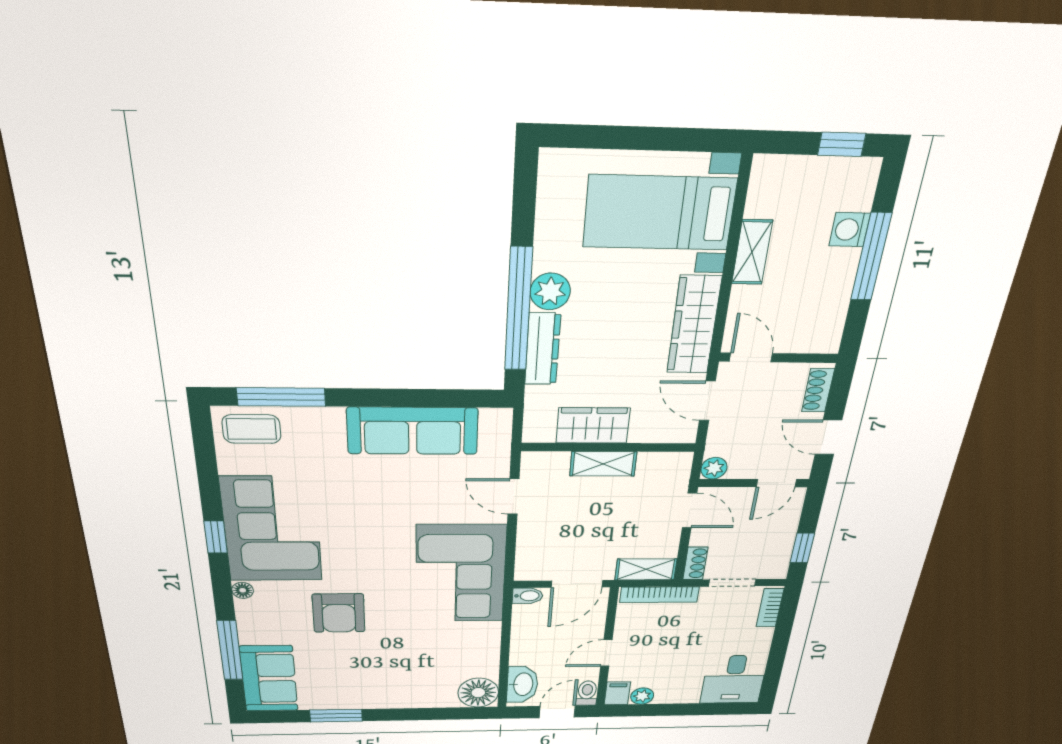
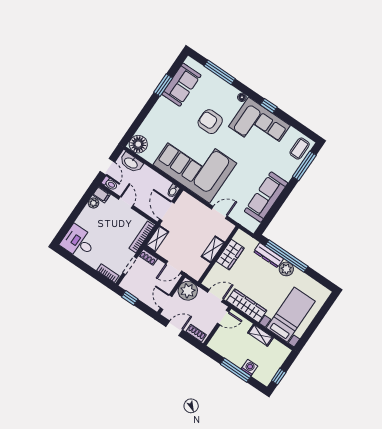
plant: (714, 468) -> (188, 291), width x1.87, depth x1.87
corner sofa: (461, 574) -> (195, 164), width x1.36, depth x1.36
sofa: (269, 679) -> (181, 85), moved, turned -90

